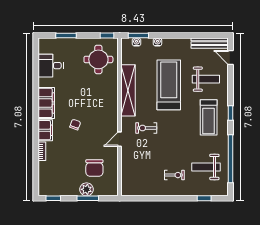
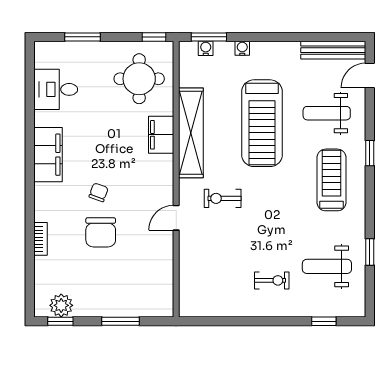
door: (231, 58) -> (370, 75), hinge flipped
weight bench: (206, 79) -> (327, 113), turned 180
treadmill: (169, 85) -> (262, 123), turned 180
window: (231, 113) -> (370, 153), moved
treadmill: (209, 117) -> (331, 180), turned 180
filing cabinet: (45, 130) -> (161, 135), moved, turned 180
window: (231, 159) -> (370, 252), width x0.32
chair: (94, 168) -> (101, 232), moved
plant: (86, 189) -> (61, 305), moved

